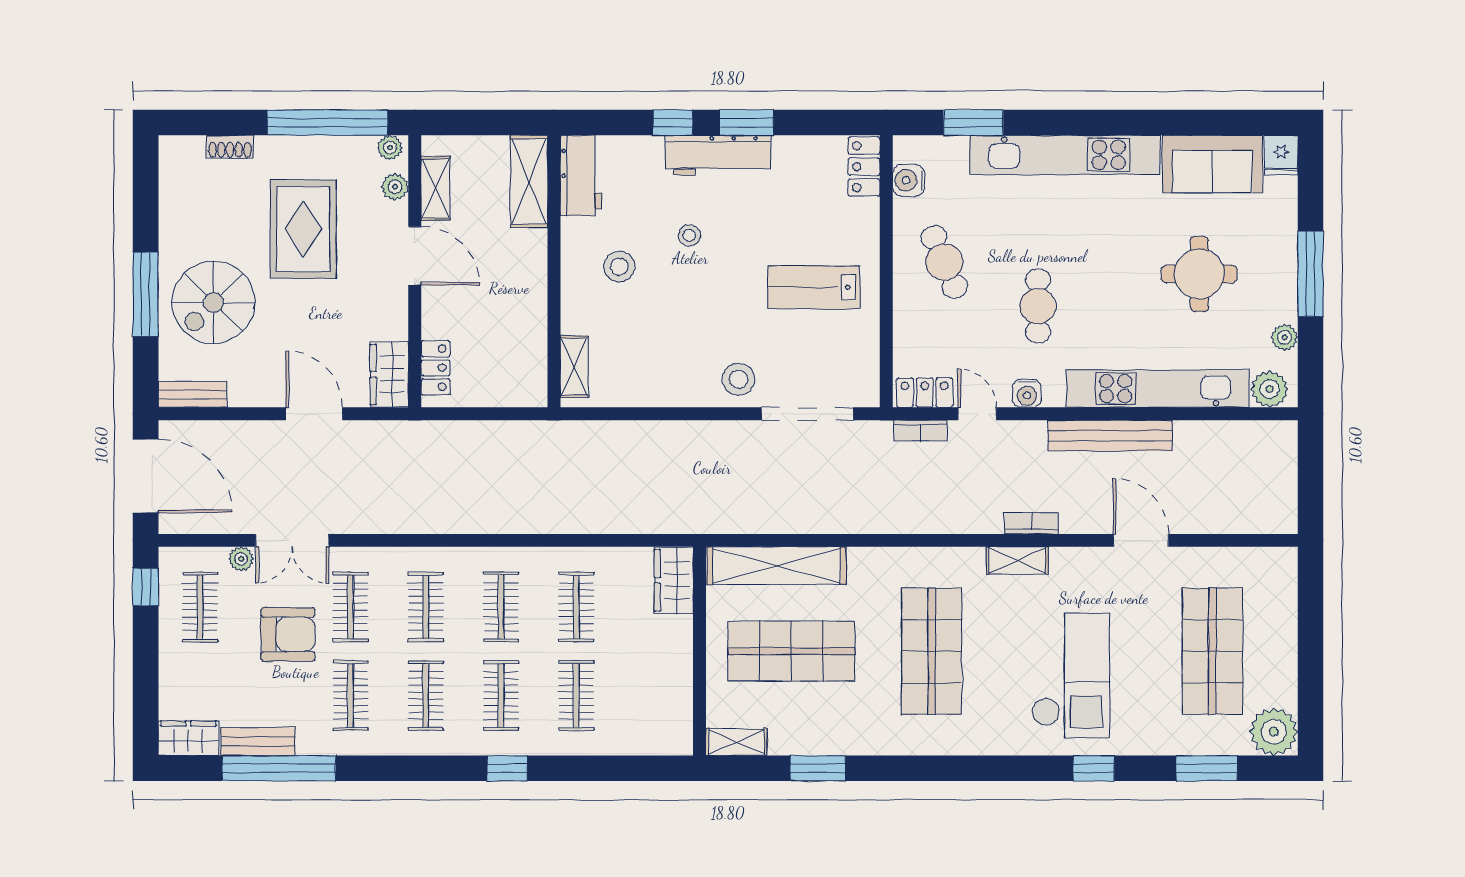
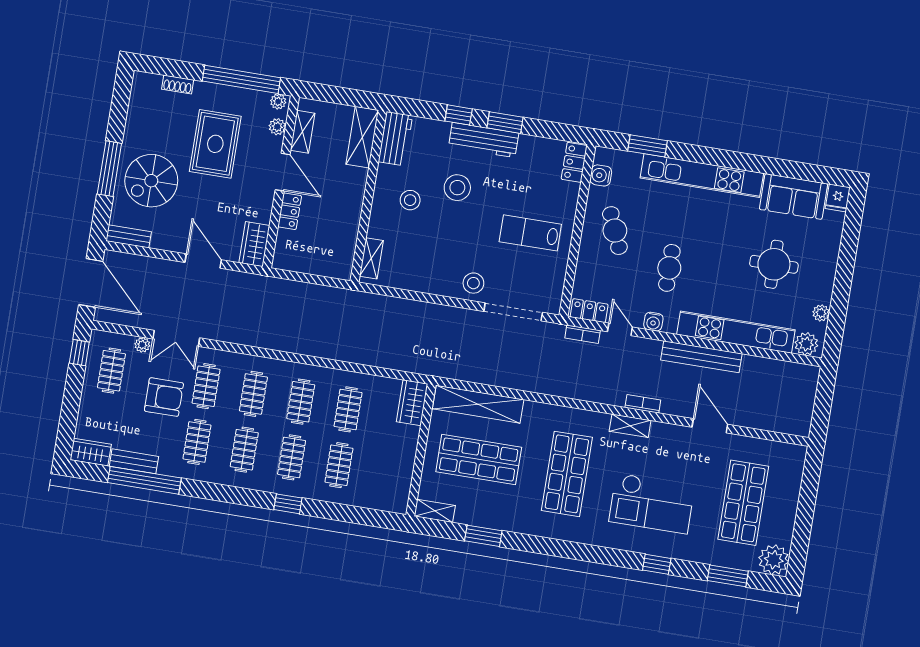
stool: (689, 235) -> (457, 188), width x1.89, depth x1.89
window: (1310, 274) -> (844, 276), removed
locker: (436, 368) -> (290, 211), moved
checkout: (1071, 675) -> (652, 503), turned 90

